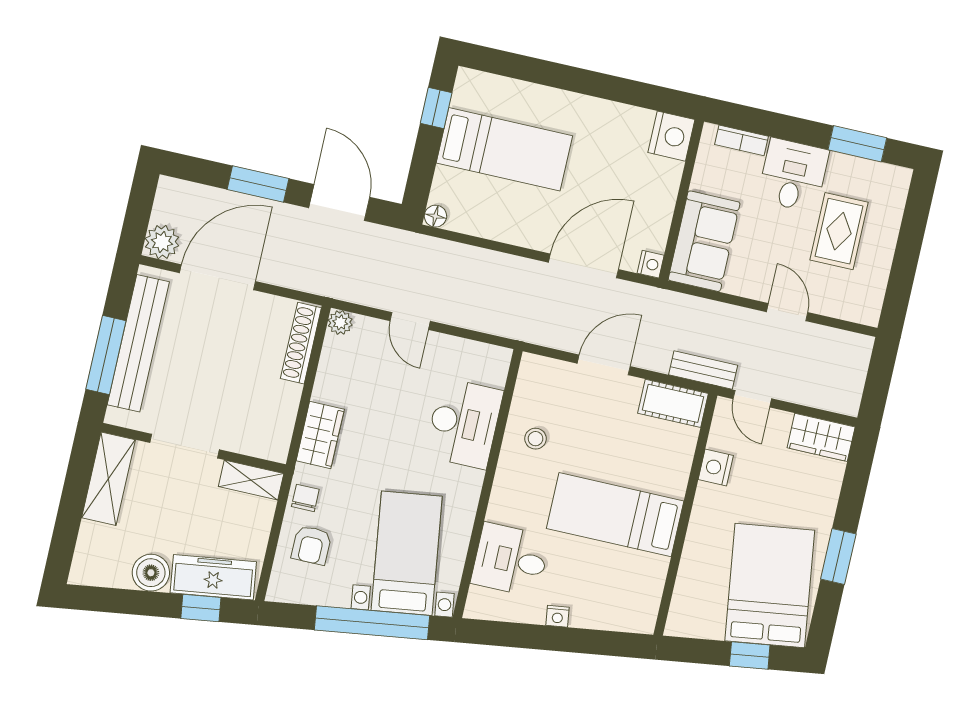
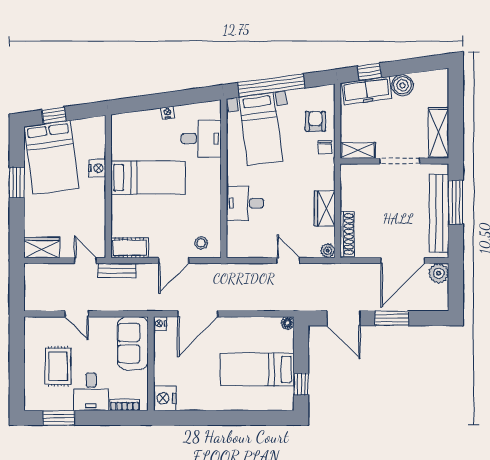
desk: (464, 423) -> (245, 203), width x0.73
wardrobe: (320, 435) -> (325, 208), moved
stool: (535, 439) -> (201, 243), moved
nightstand: (716, 467) -> (97, 168), moved

